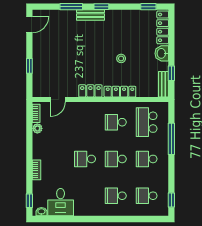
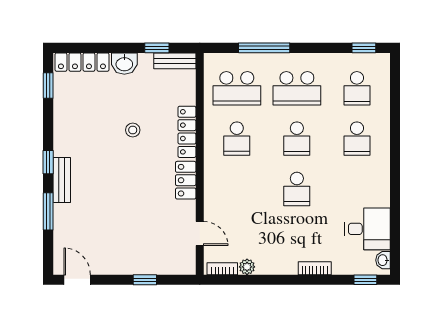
school desk: (147, 159) -> (297, 88), width x1.85

